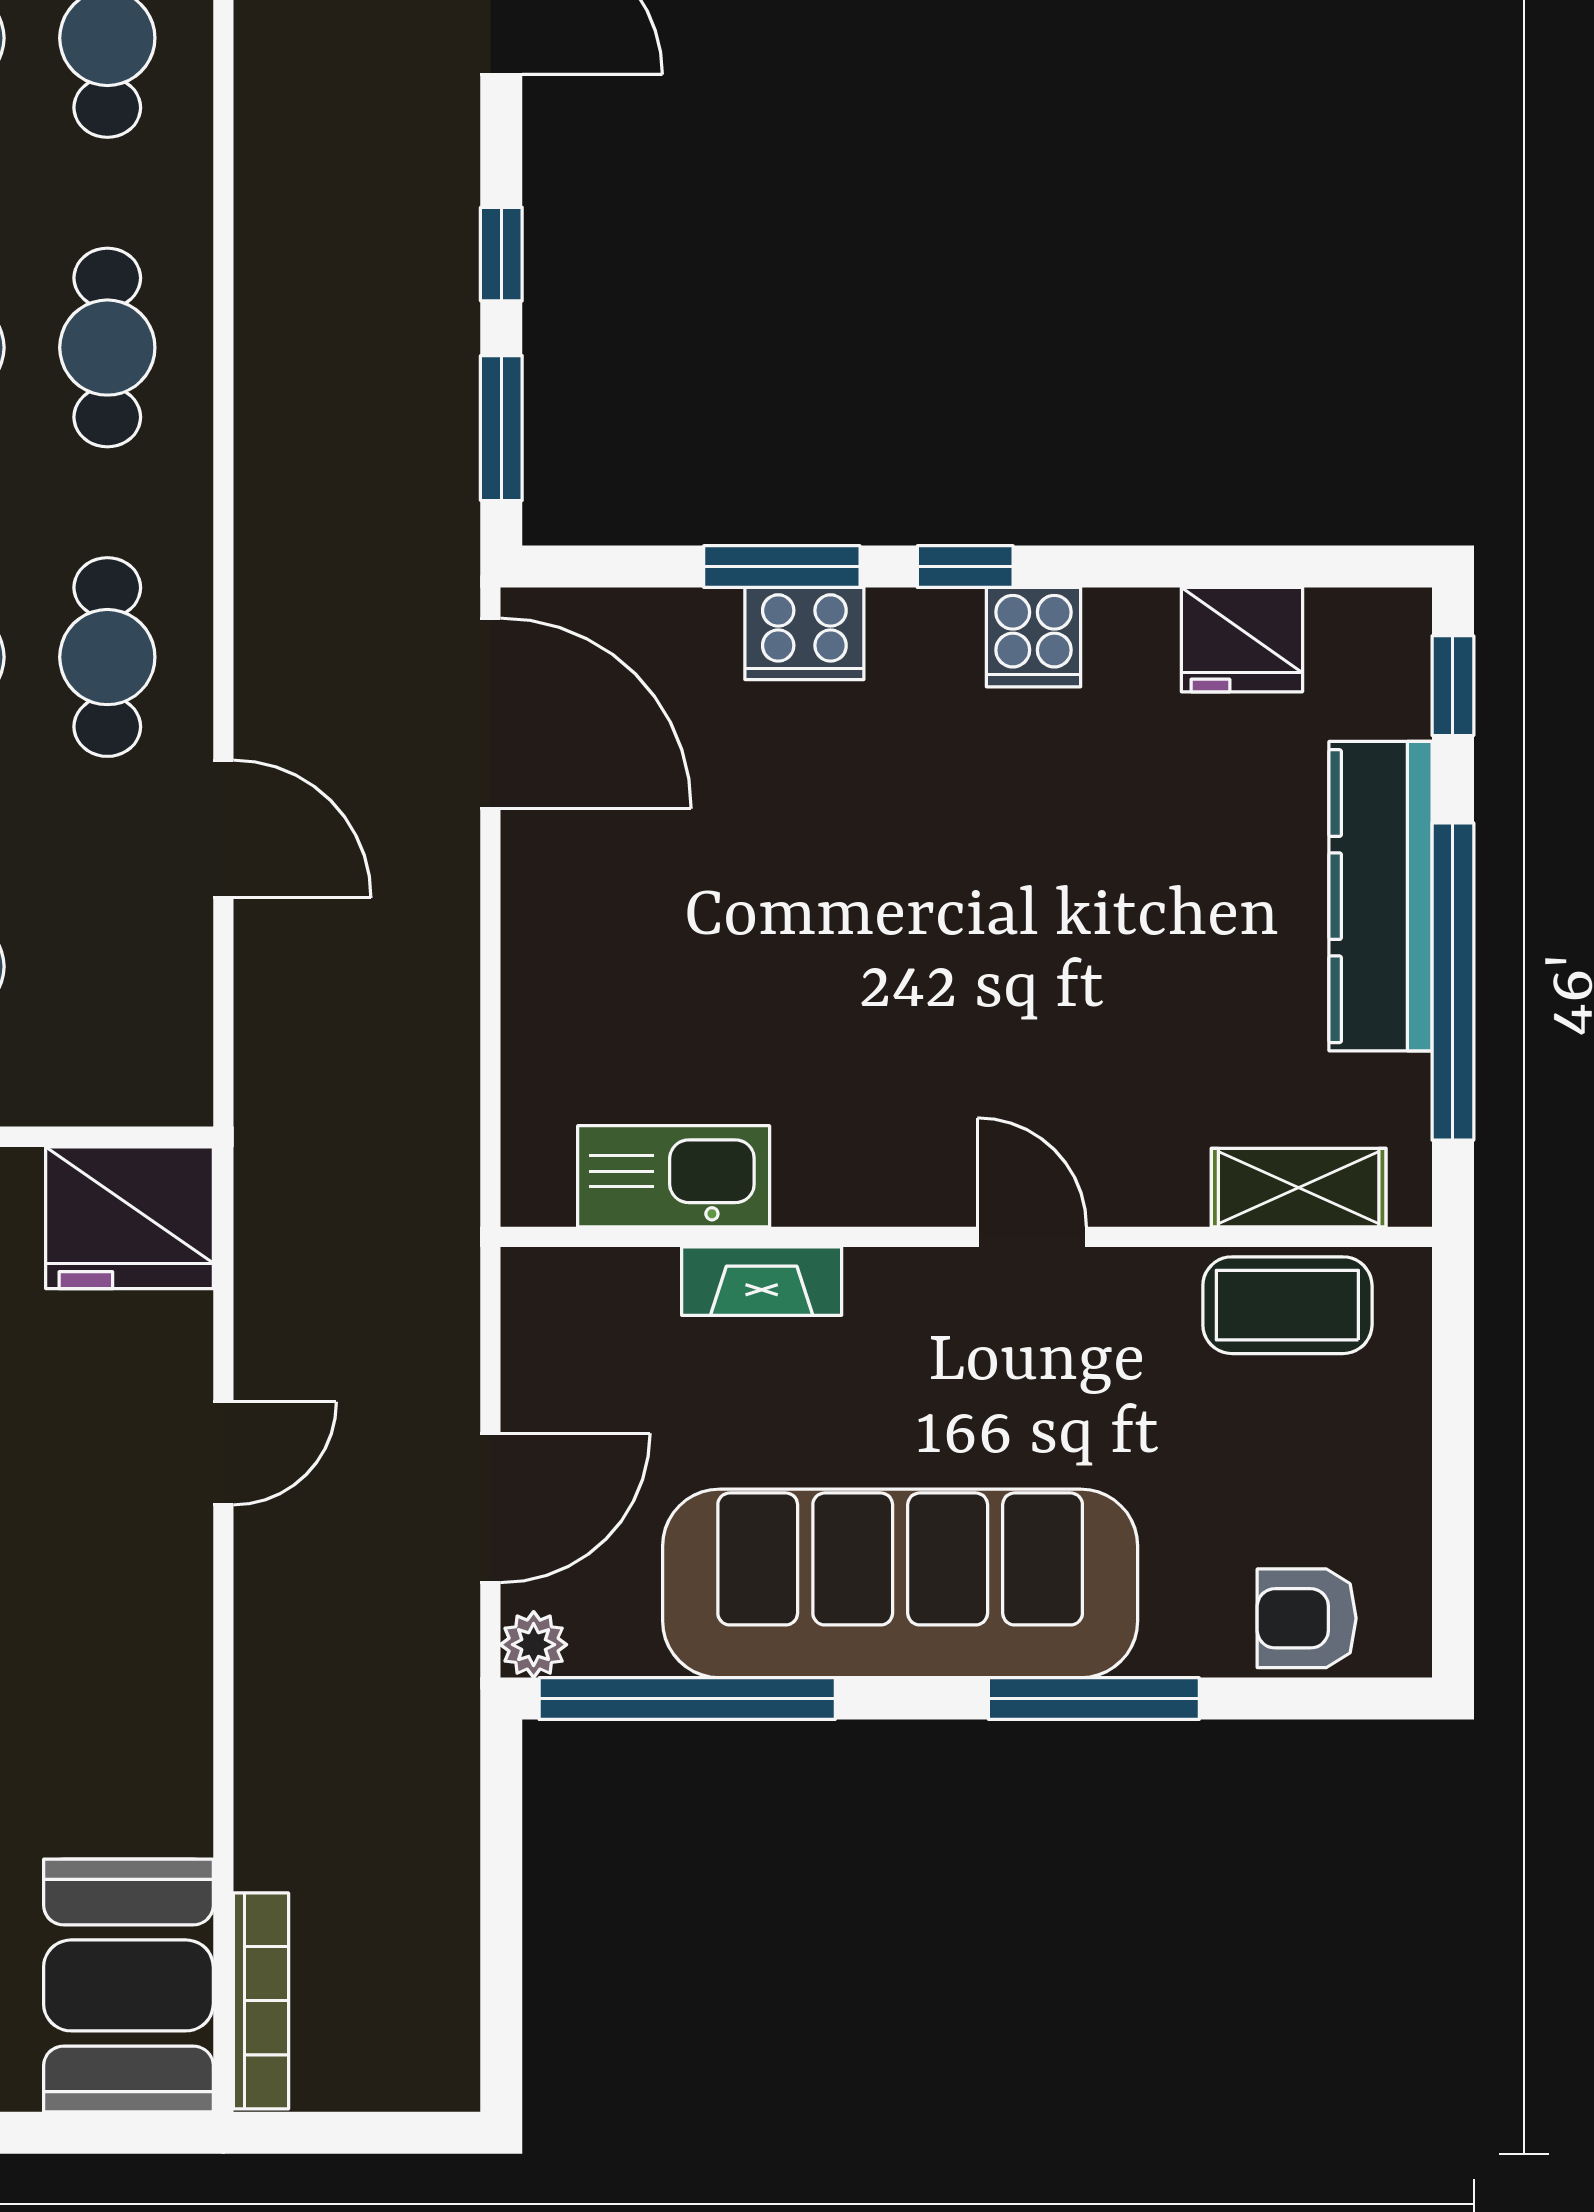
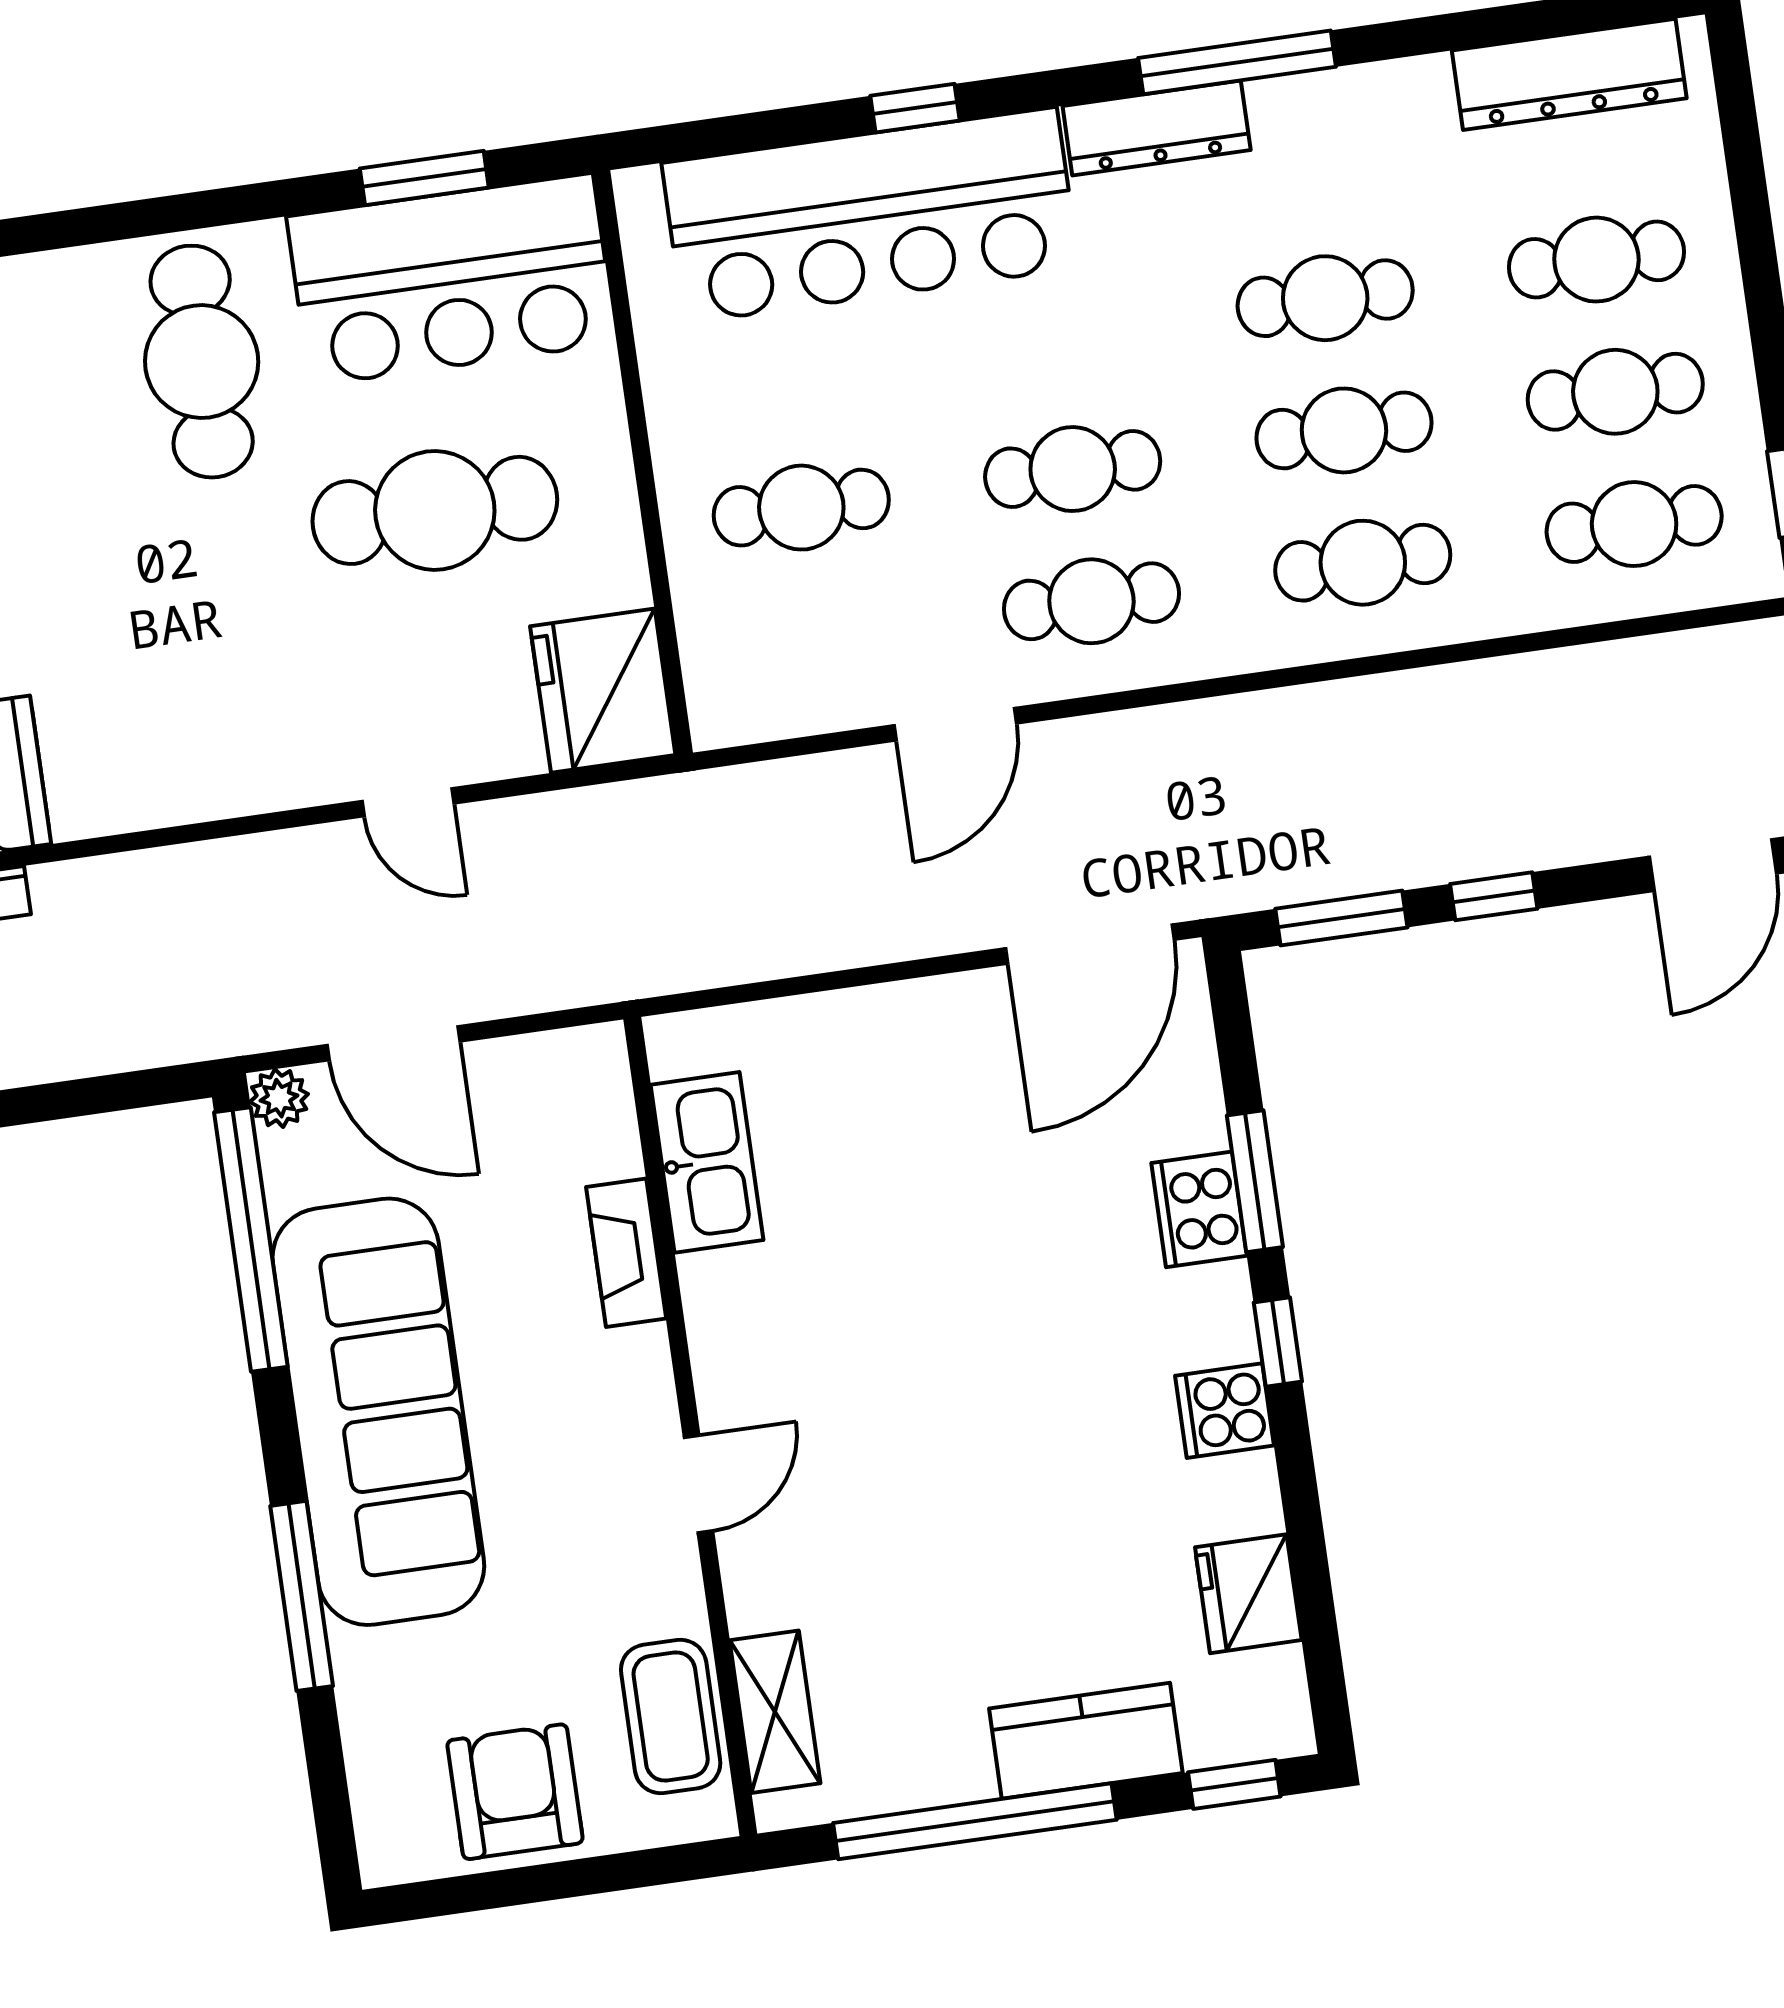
kitchen counter: (1381, 896) -> (1086, 1741), width x0.67
armchair: (1307, 1618) -> (515, 1792), moved, width x1.38, depth x1.38

